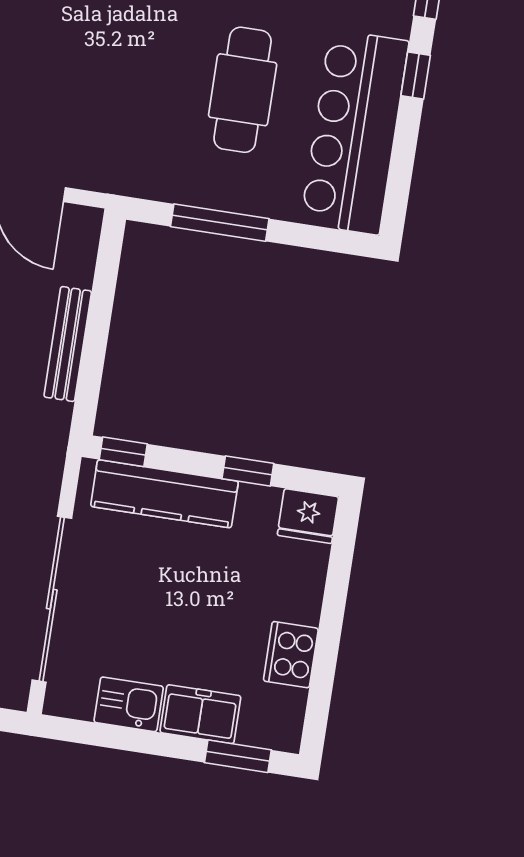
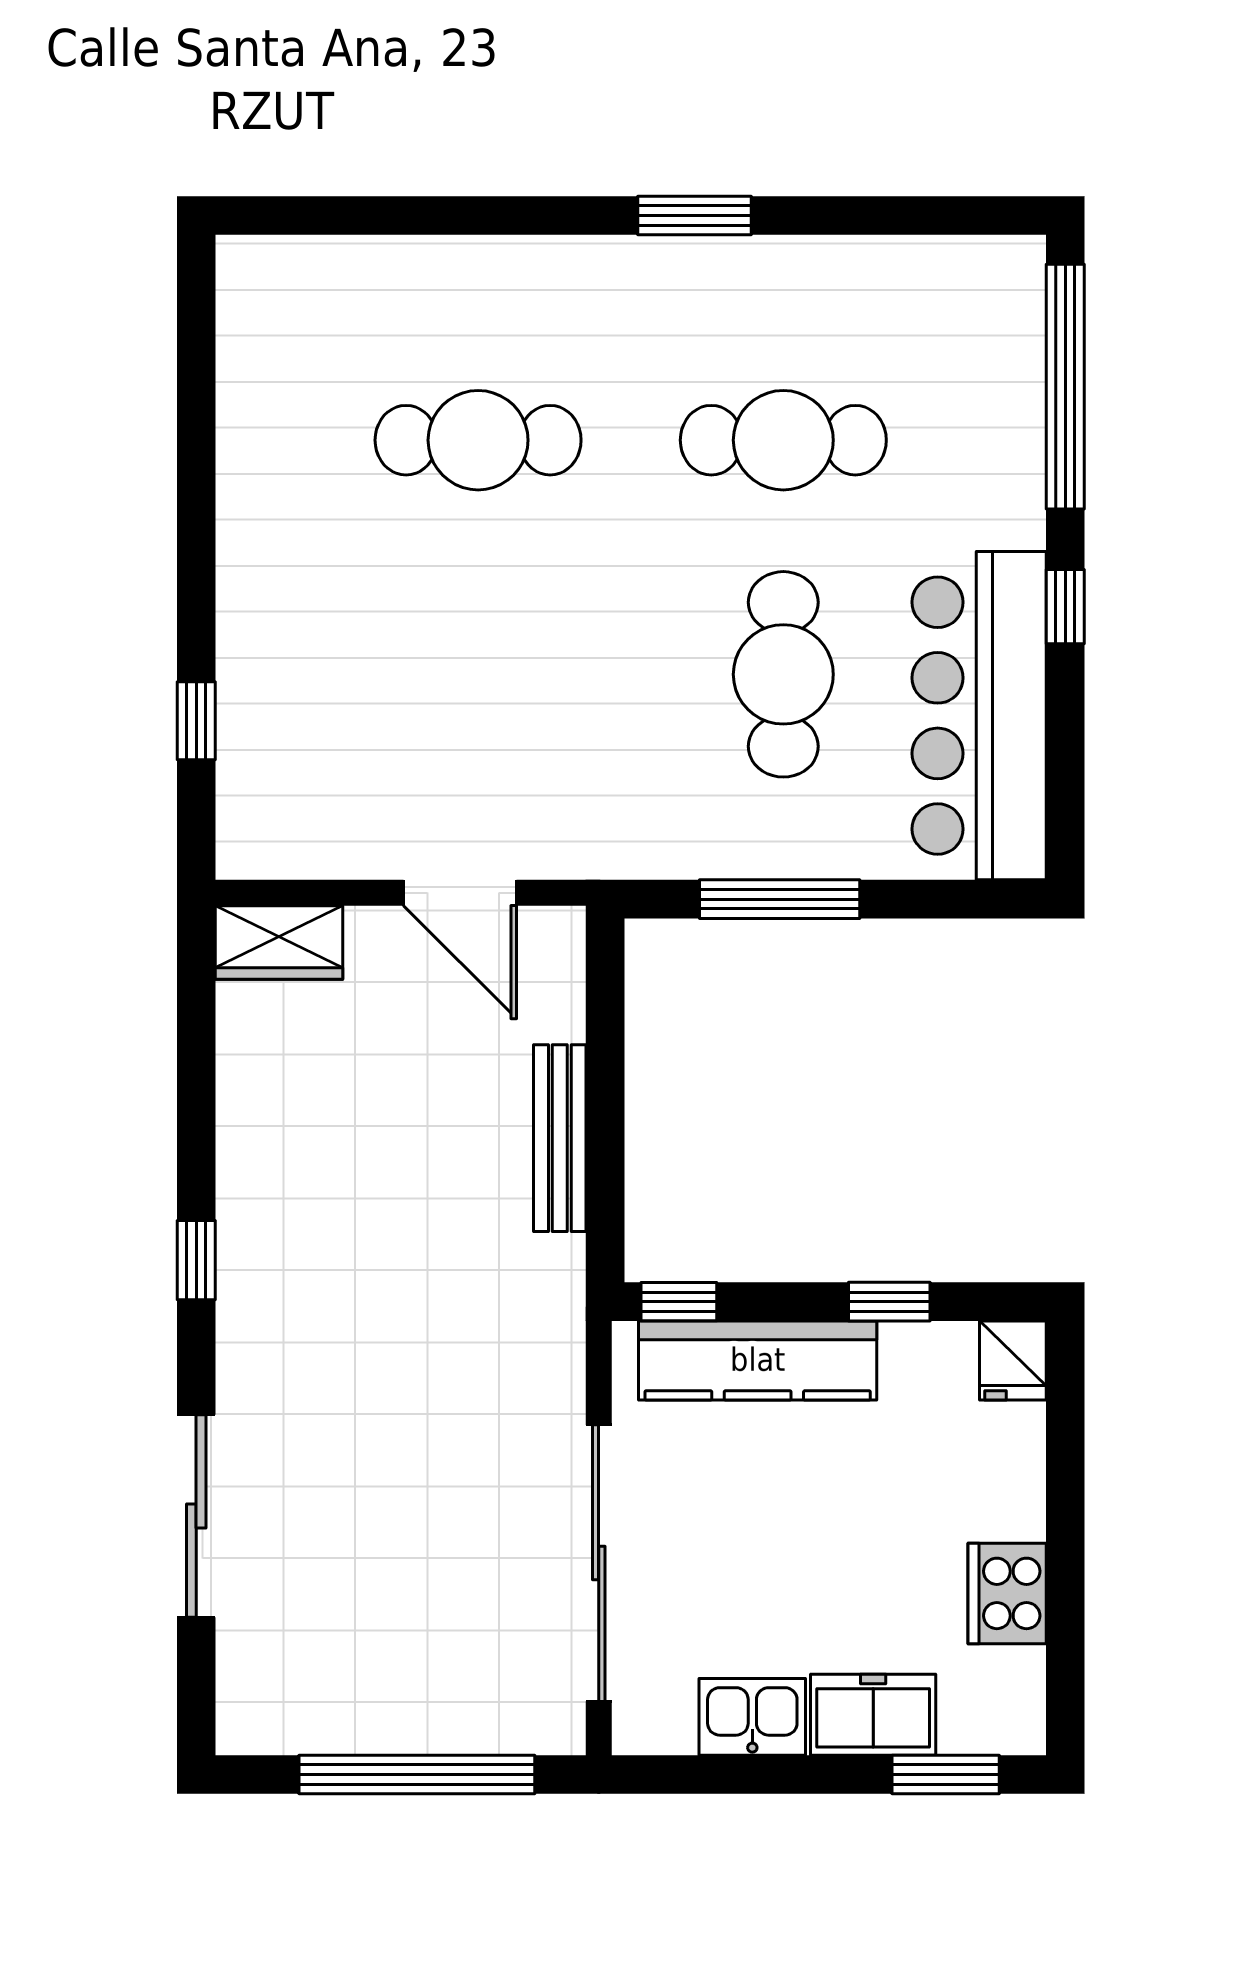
fridge: (308, 516) -> (1013, 1360), width x0.72

